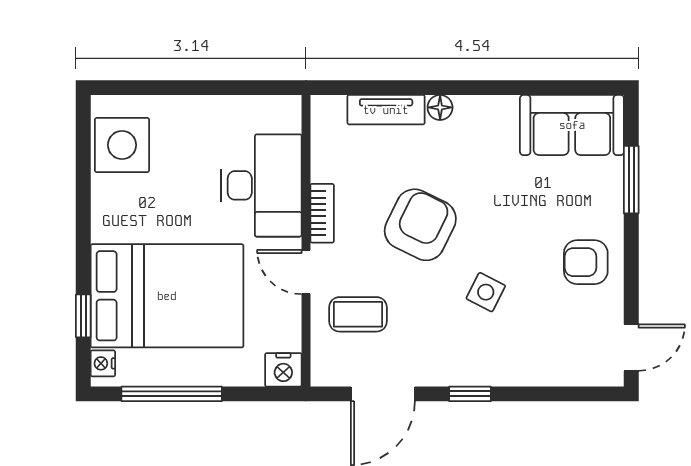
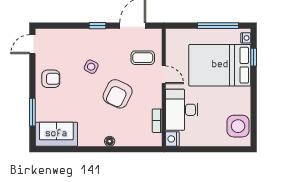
tv unit: (386, 110) -> (131, 140), removed
bookcase: (322, 213) -> (157, 121), moved
nightstand: (283, 370) -> (172, 139), moved, turned -90

